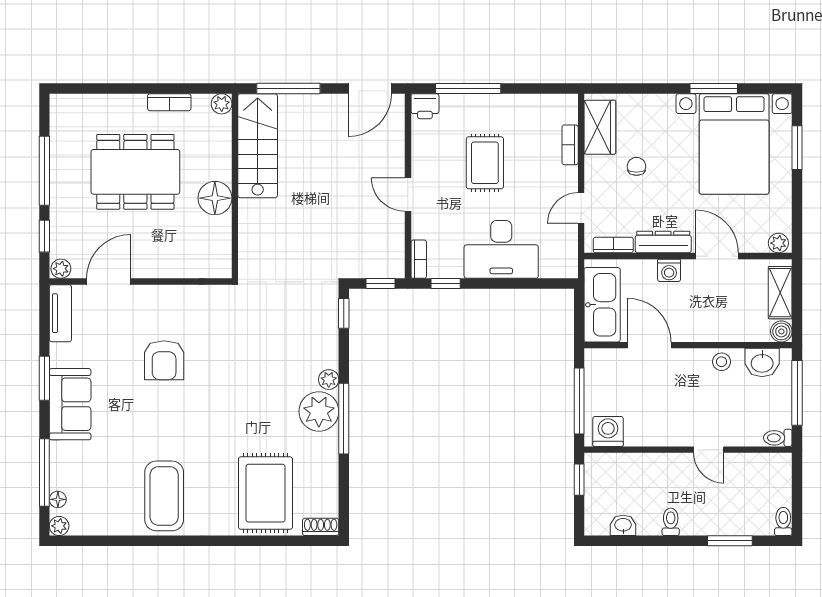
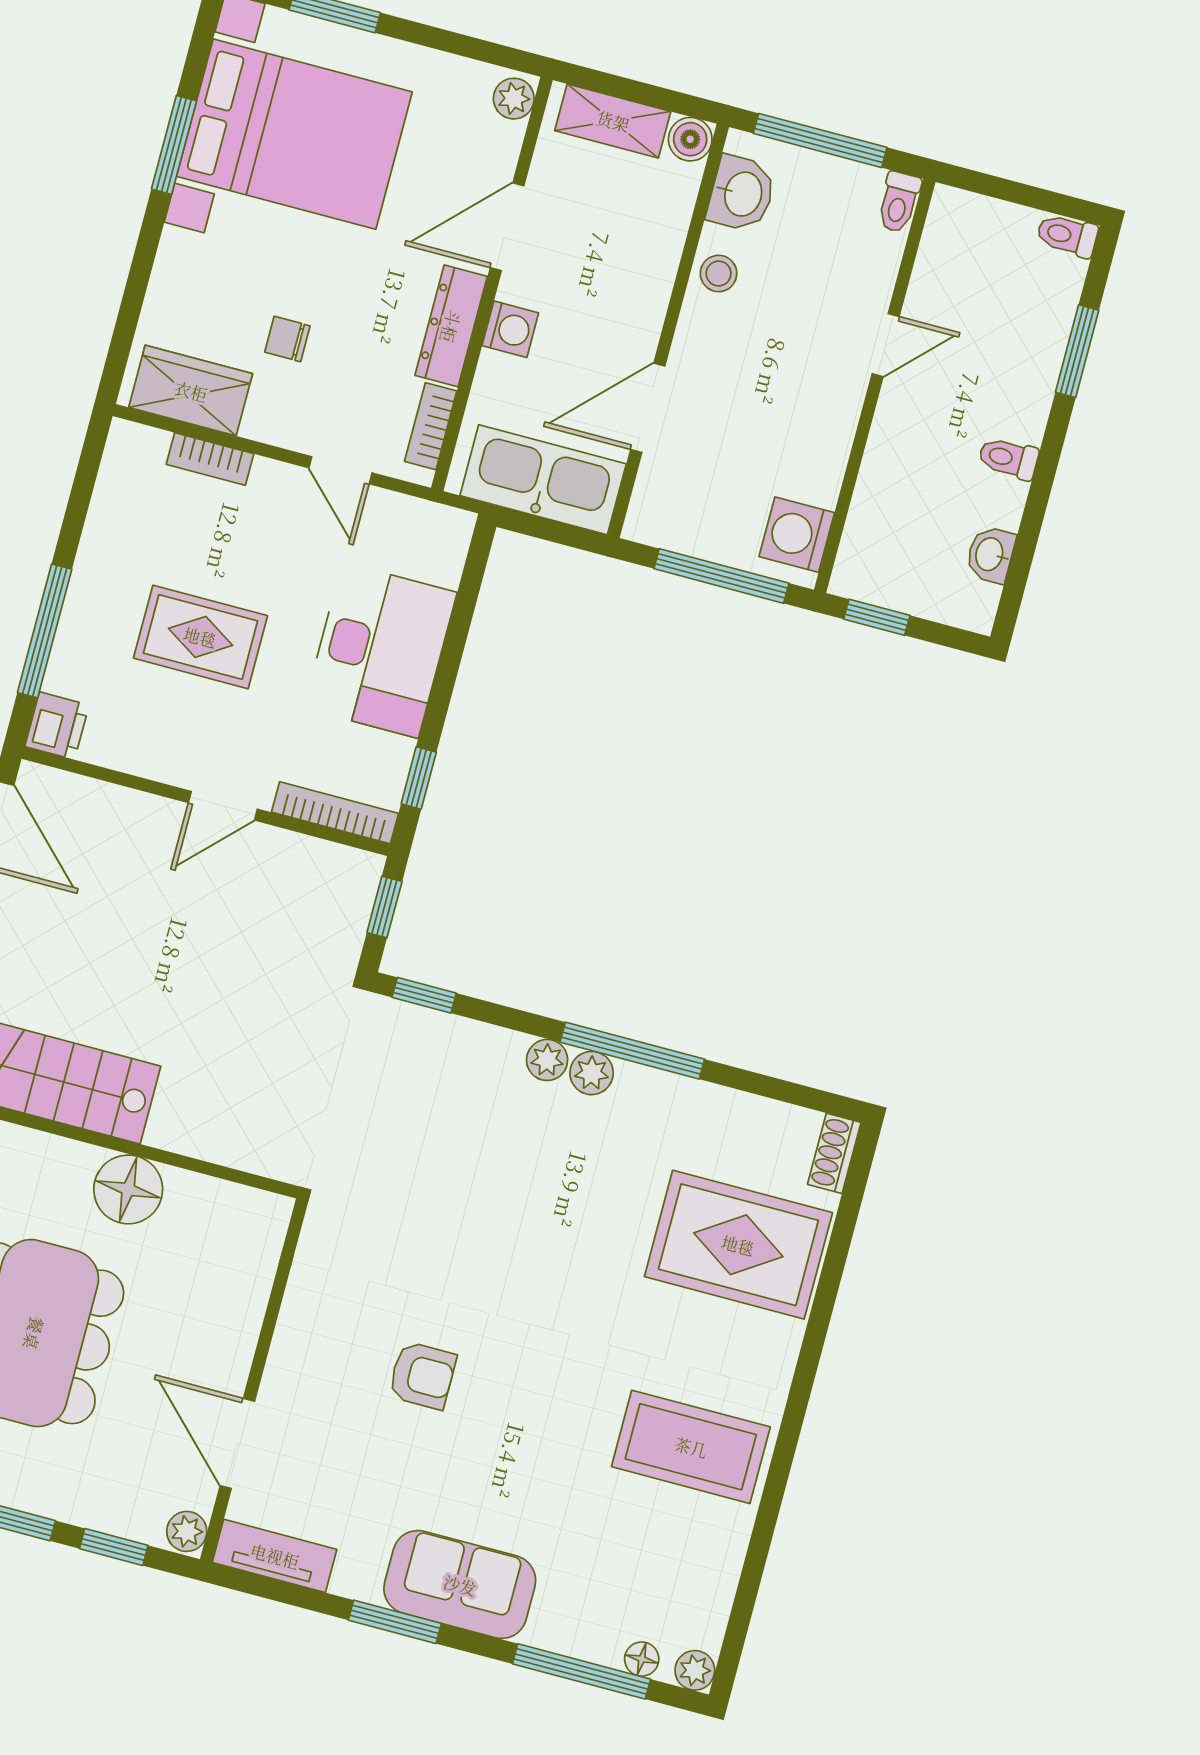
bookcase: (419, 259) -> (335, 813), width x1.56
armchair: (164, 360) -> (422, 1375), width x0.72, depth x0.72
plant: (319, 411) -> (592, 1073), width x0.53, depth x0.53

